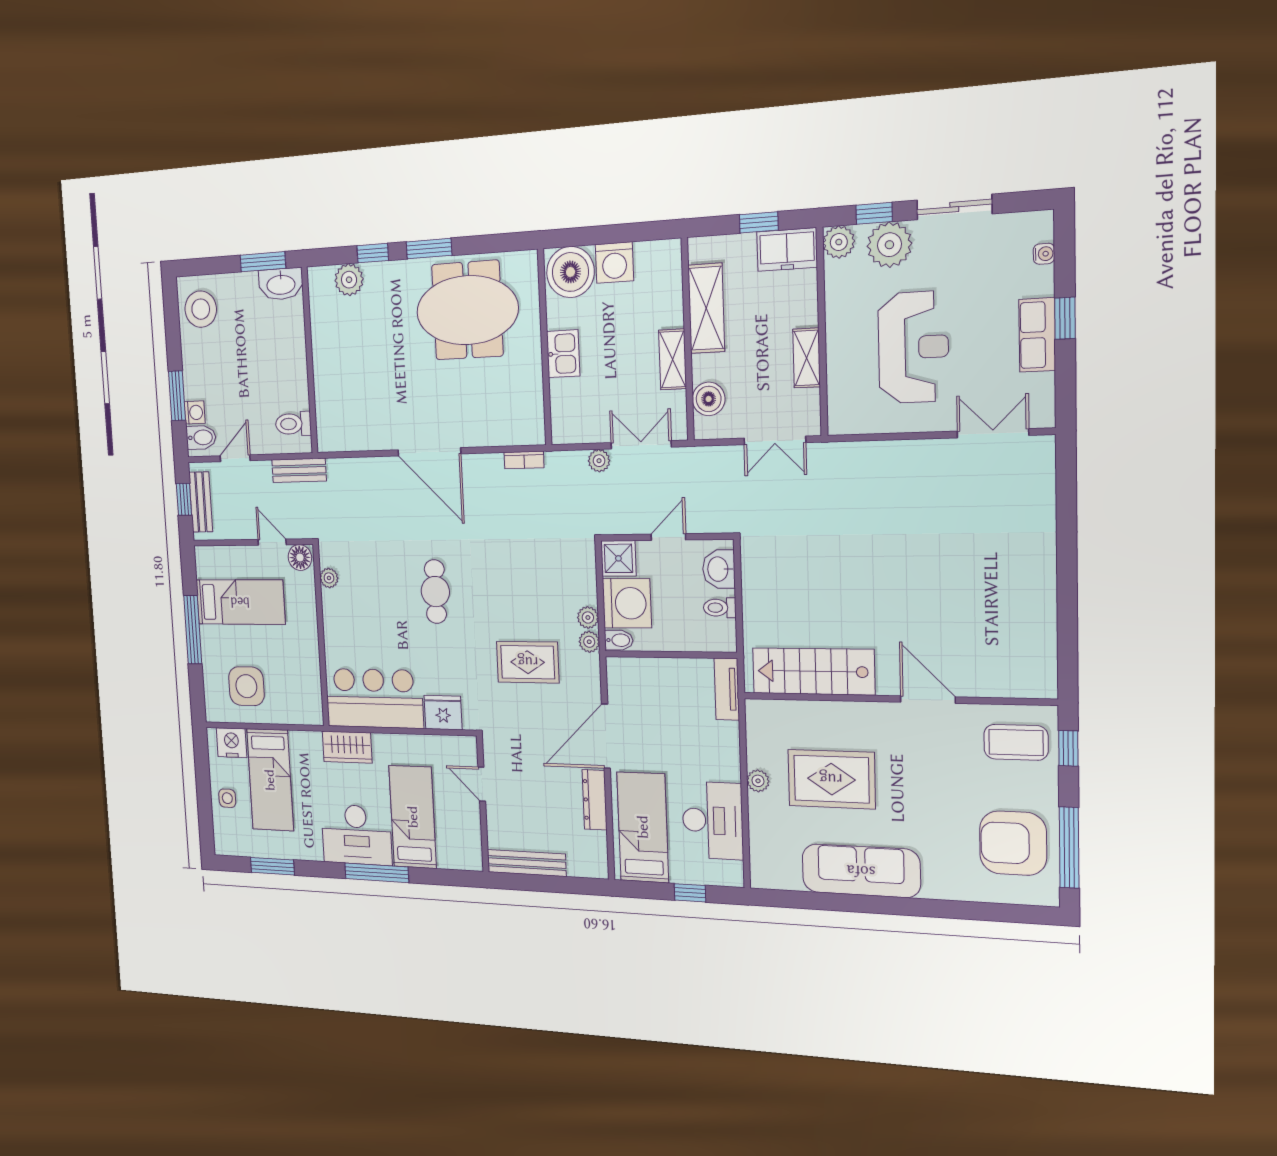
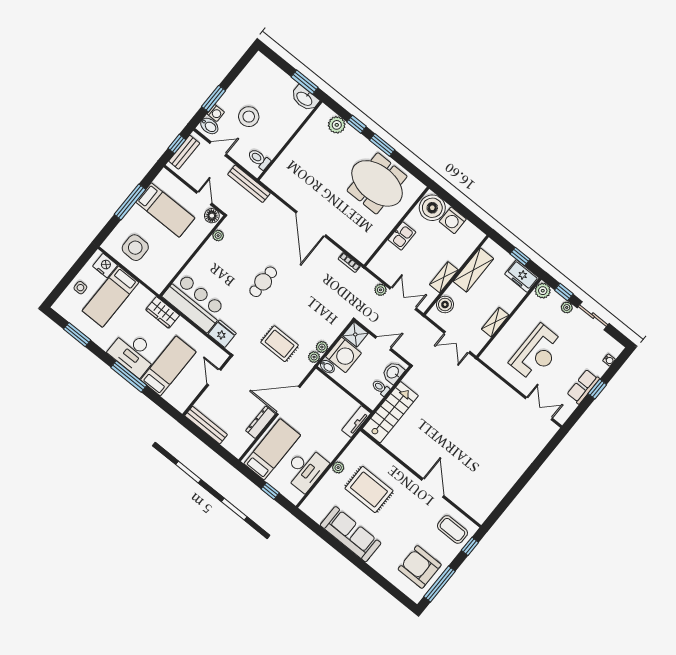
plant: (889, 245) -> (567, 307), width x0.53, depth x0.53
stool: (201, 309) -> (249, 117), moved
bench: (299, 470) -> (249, 184), width x1.36
stairs: (813, 671) -> (390, 412), moved, turned 90

